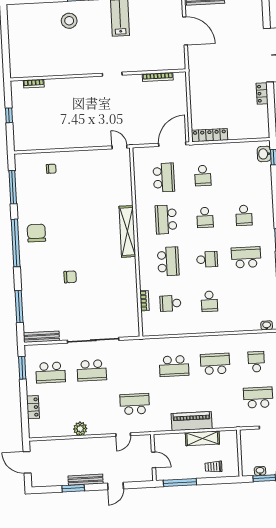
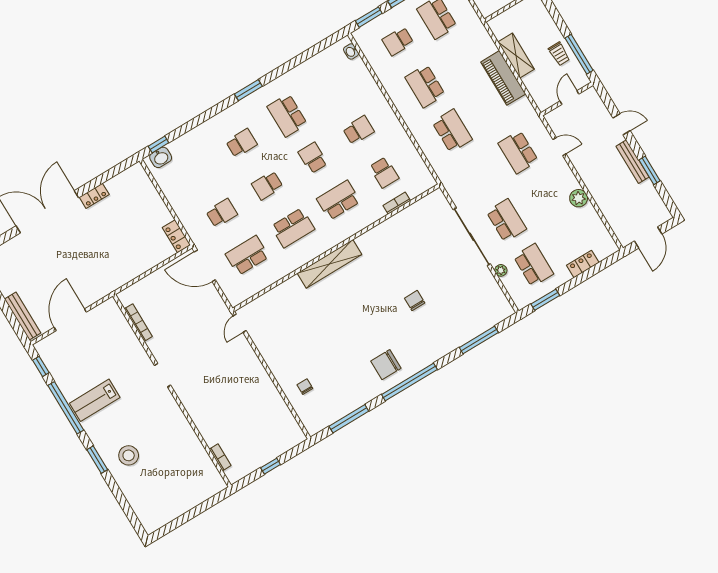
locker: (210, 135) -> (176, 236), width x0.66
school desk: (205, 217) -> (267, 185), turned 180
bench: (41, 337) -> (499, 297), removed
plant: (59, 348) -> (501, 270), added
trolley: (213, 467) -> (559, 54), moved

